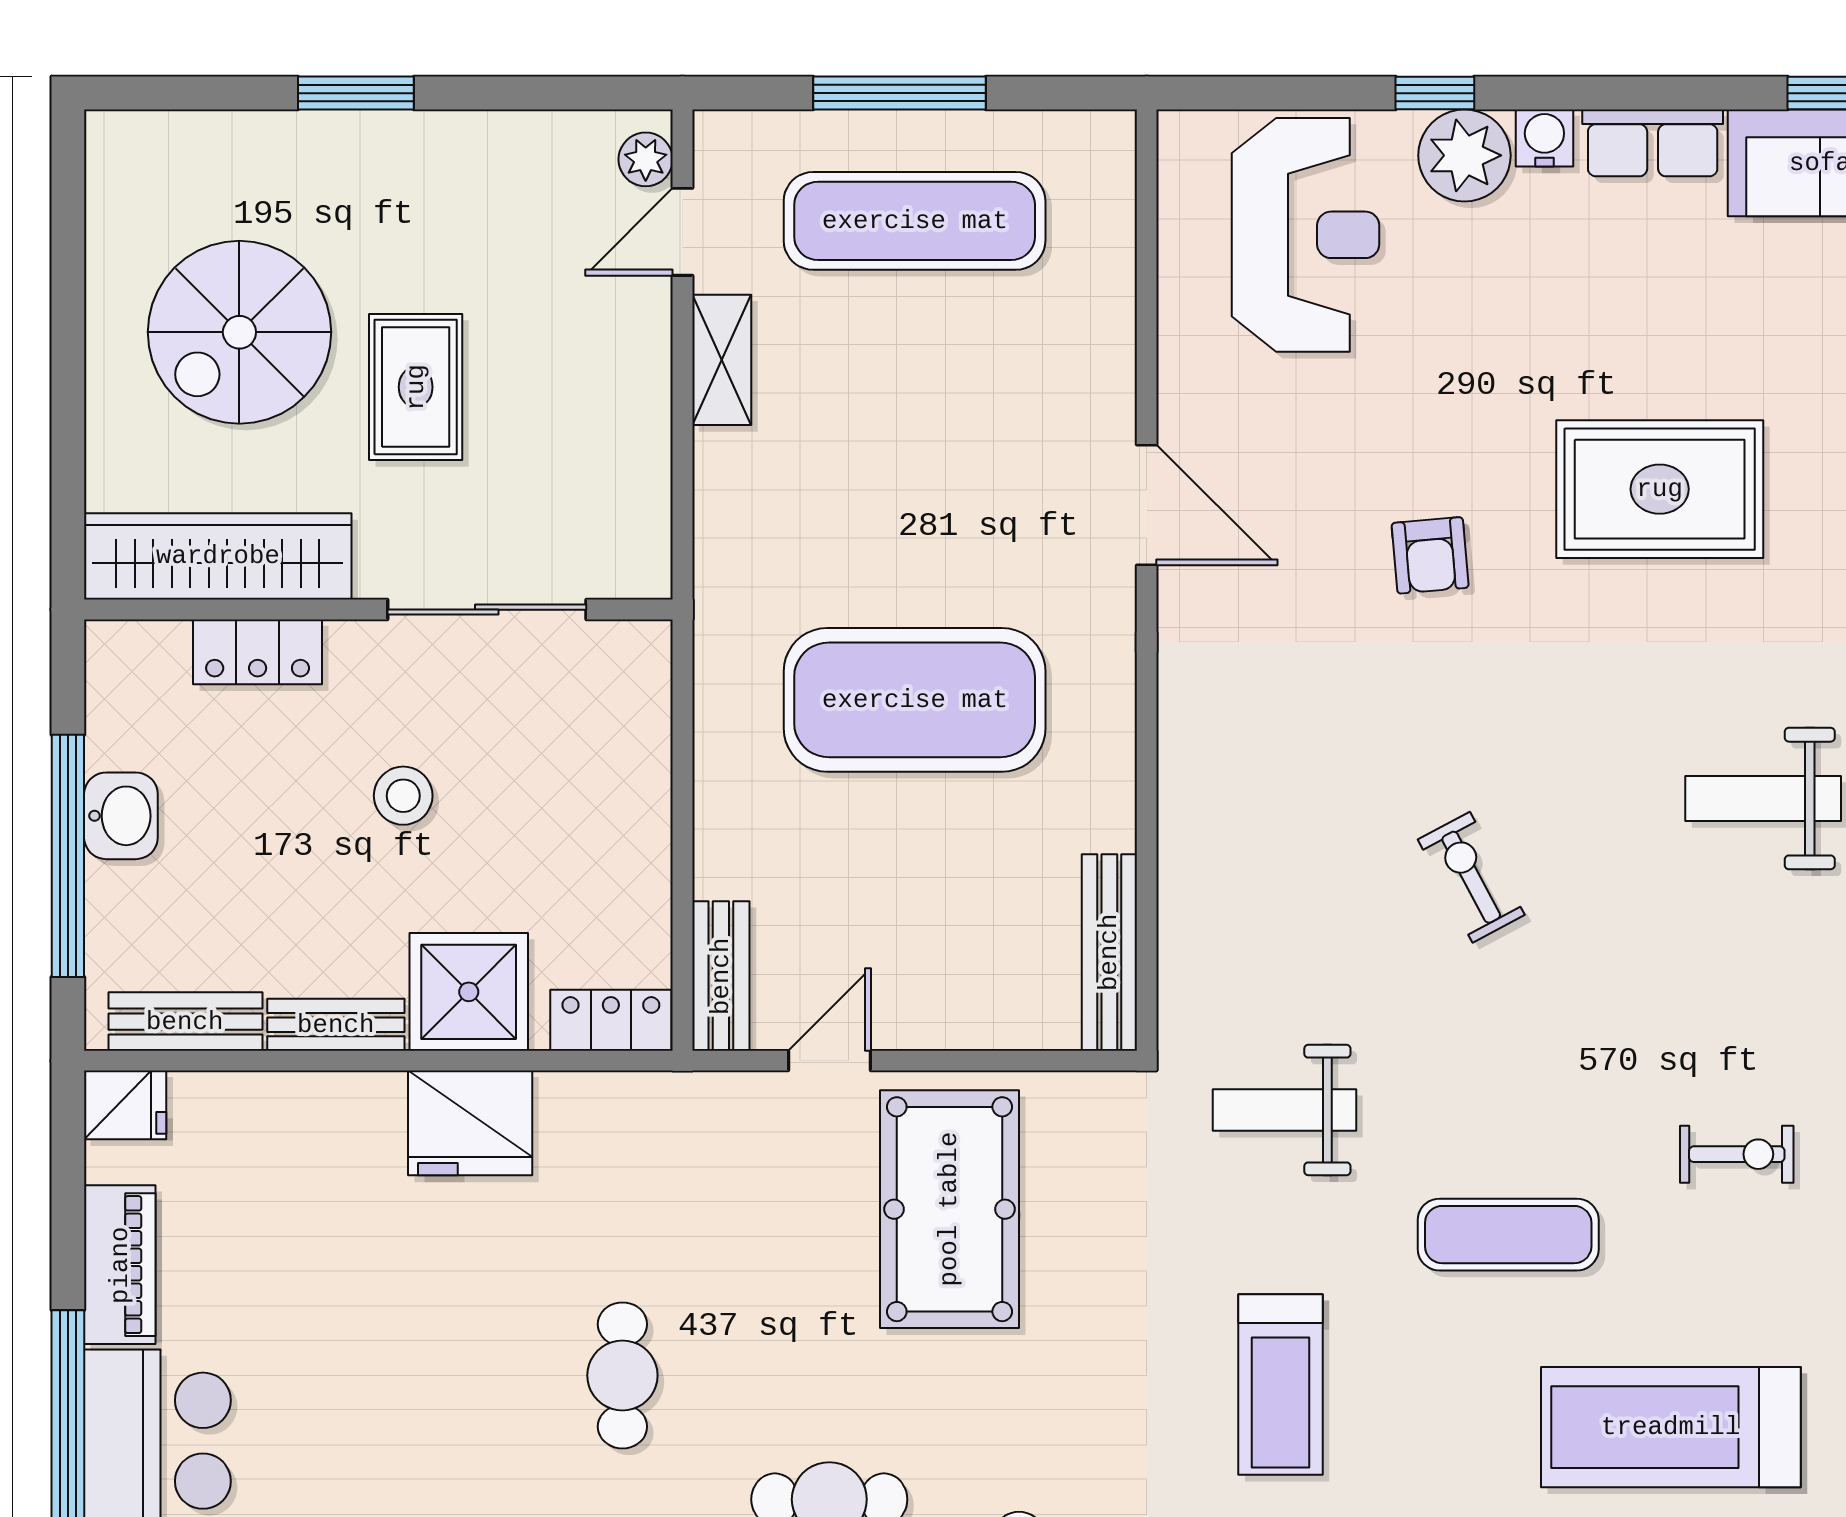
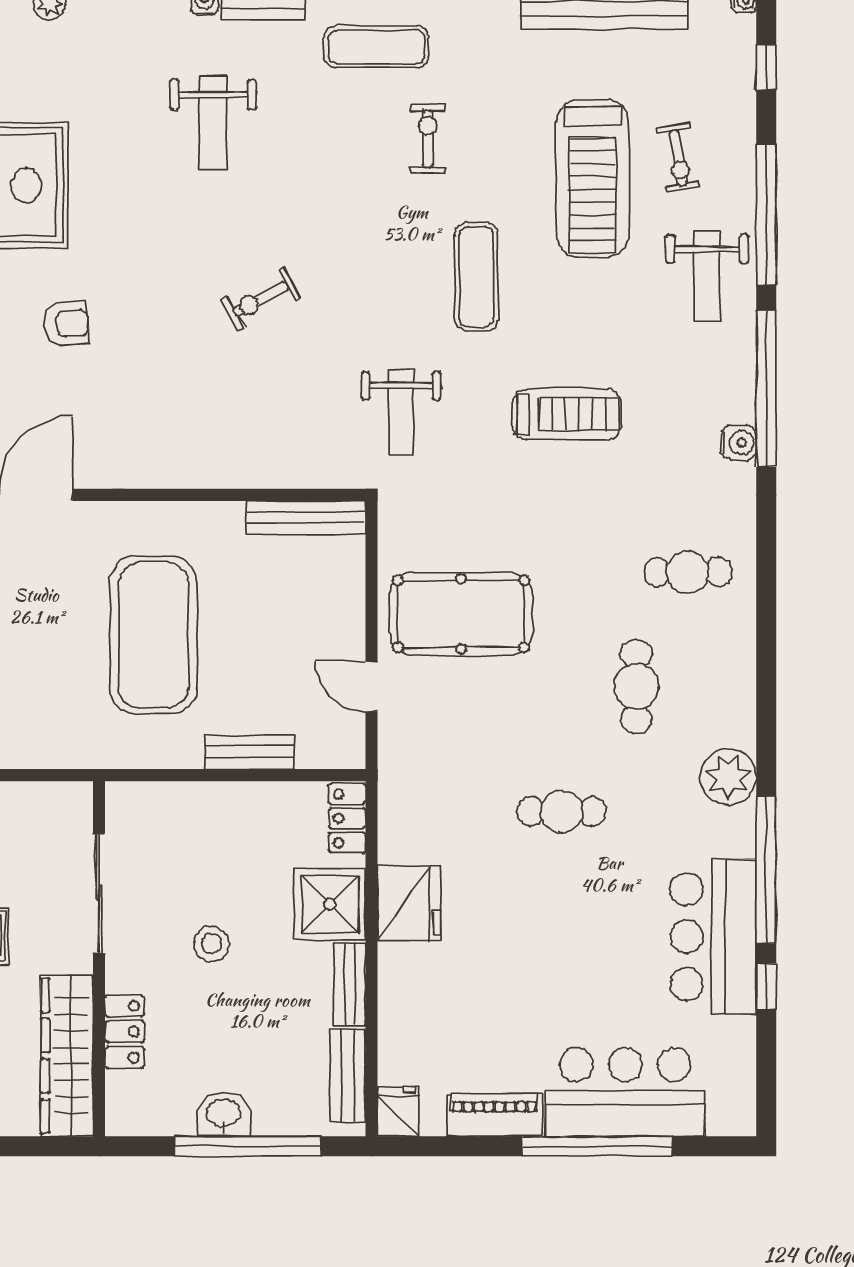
bench: (721, 976) -> (249, 752), moved

